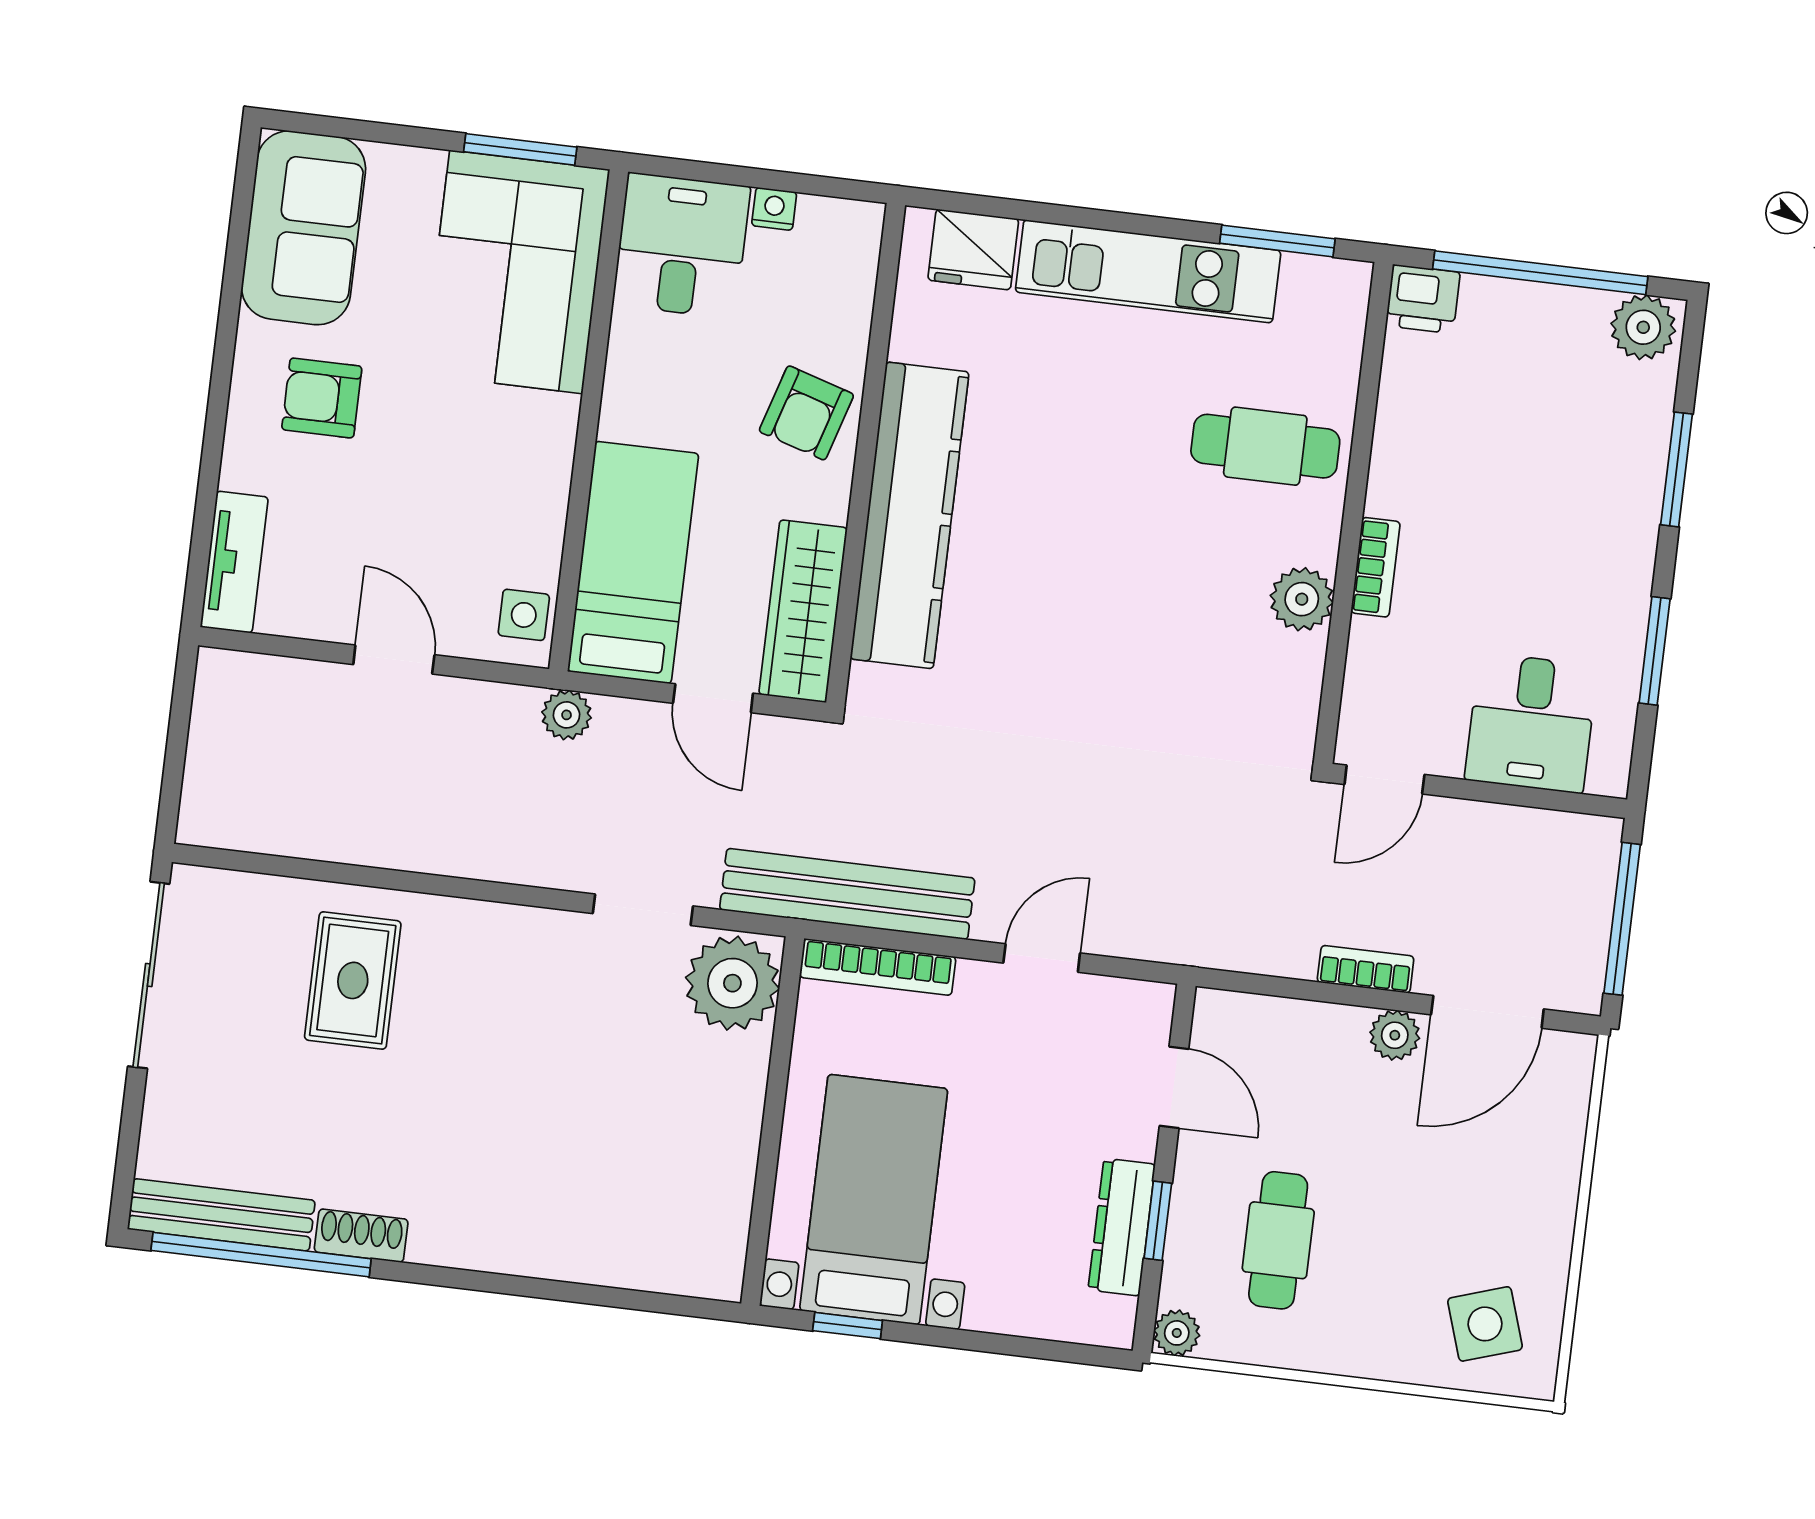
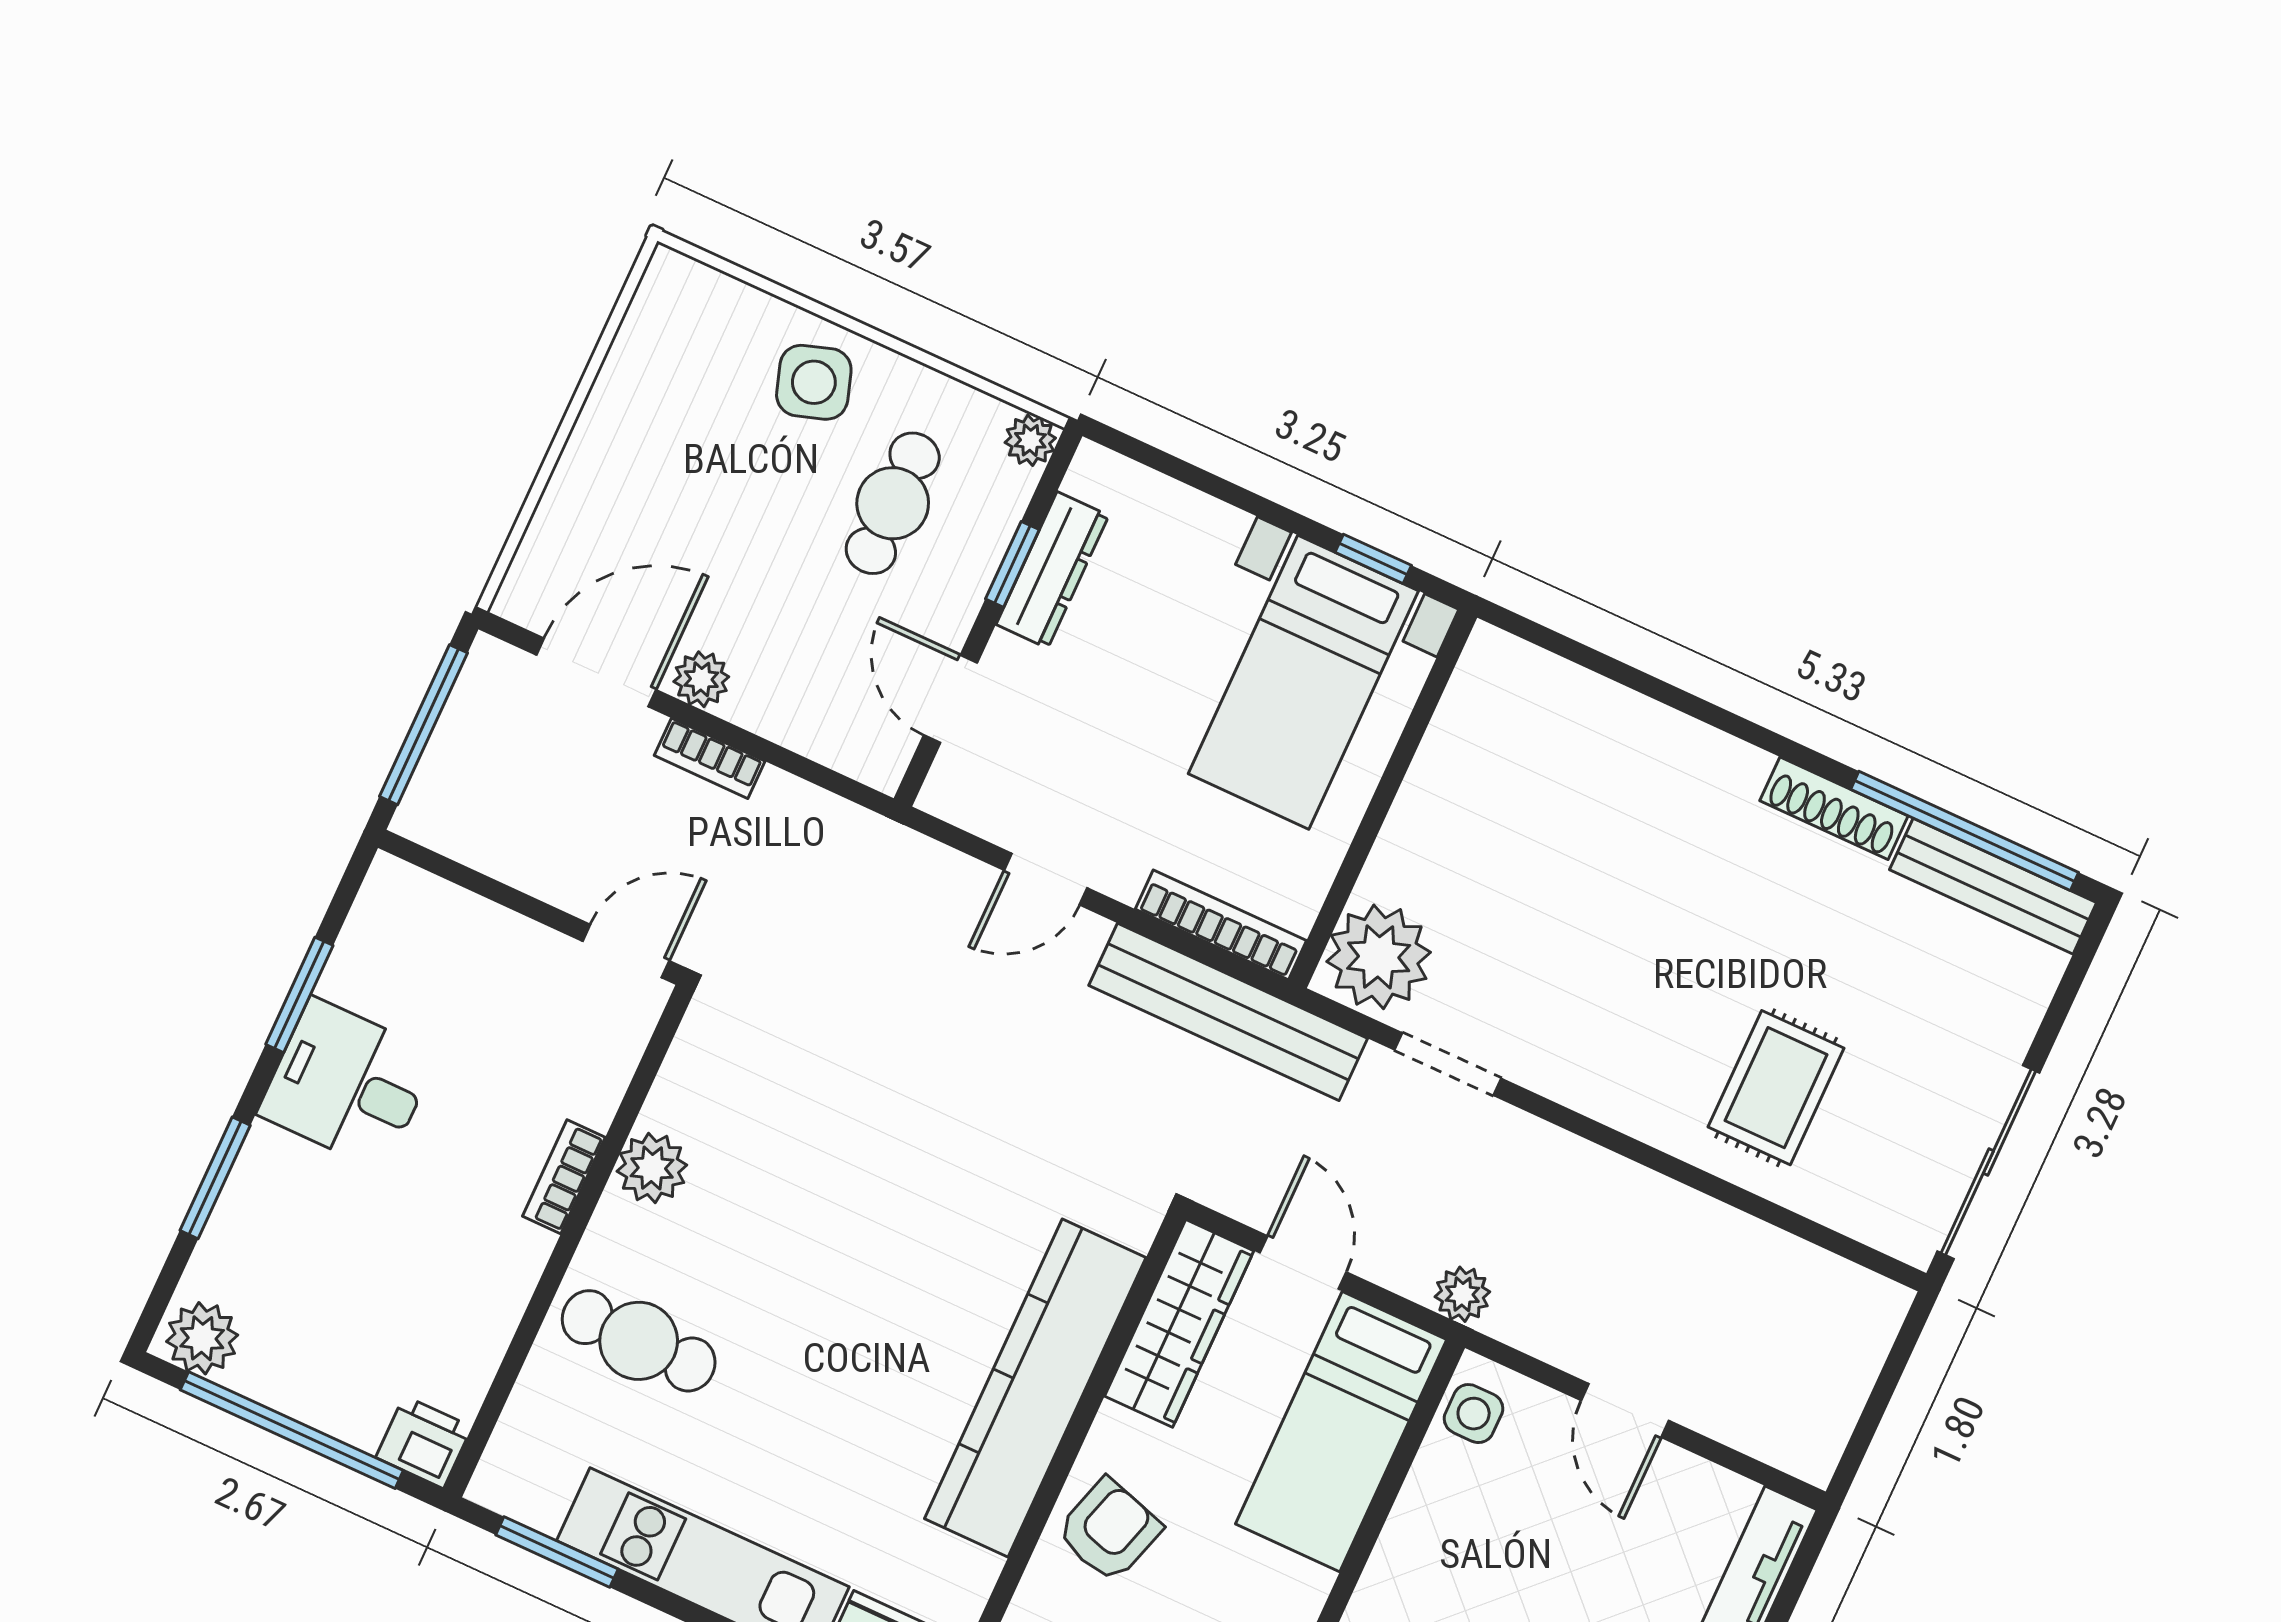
desk: (1531, 723) -> (348, 1084), moved, turned -90
shoe rack: (361, 1236) -> (1834, 808), width x1.43
side table: (1485, 1324) -> (814, 382), moved

